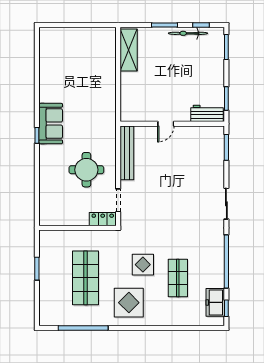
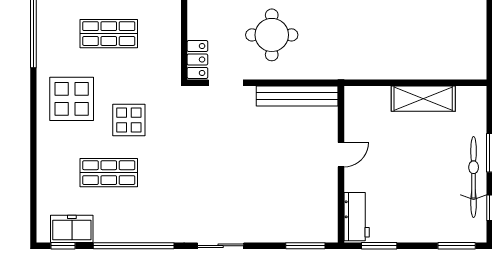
bicycle: (188, 33) -> (474, 177), width x1.37, depth x1.40
shelving: (129, 50) -> (423, 99), moved
door: (166, 124) -> (341, 155), swing flipped
shop shelf: (85, 278) -> (109, 34), width x0.70, depth x0.74

